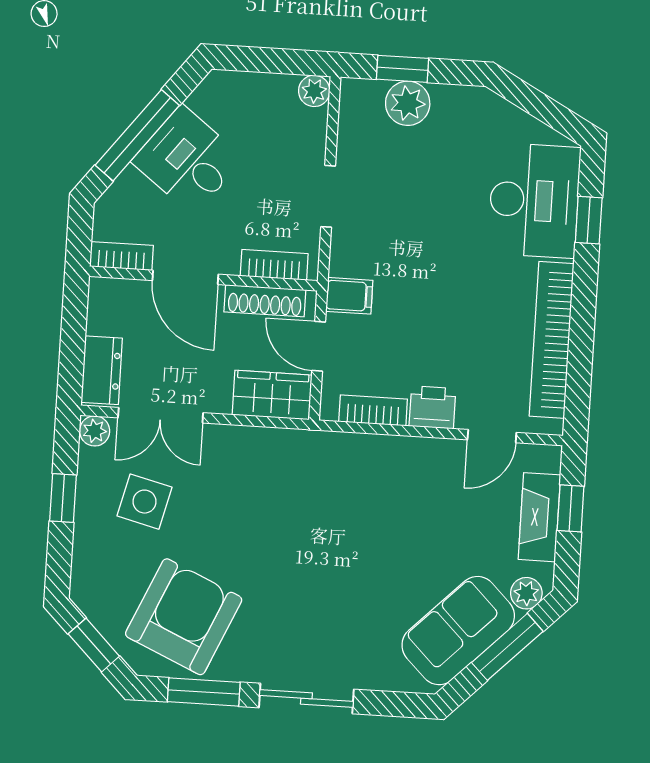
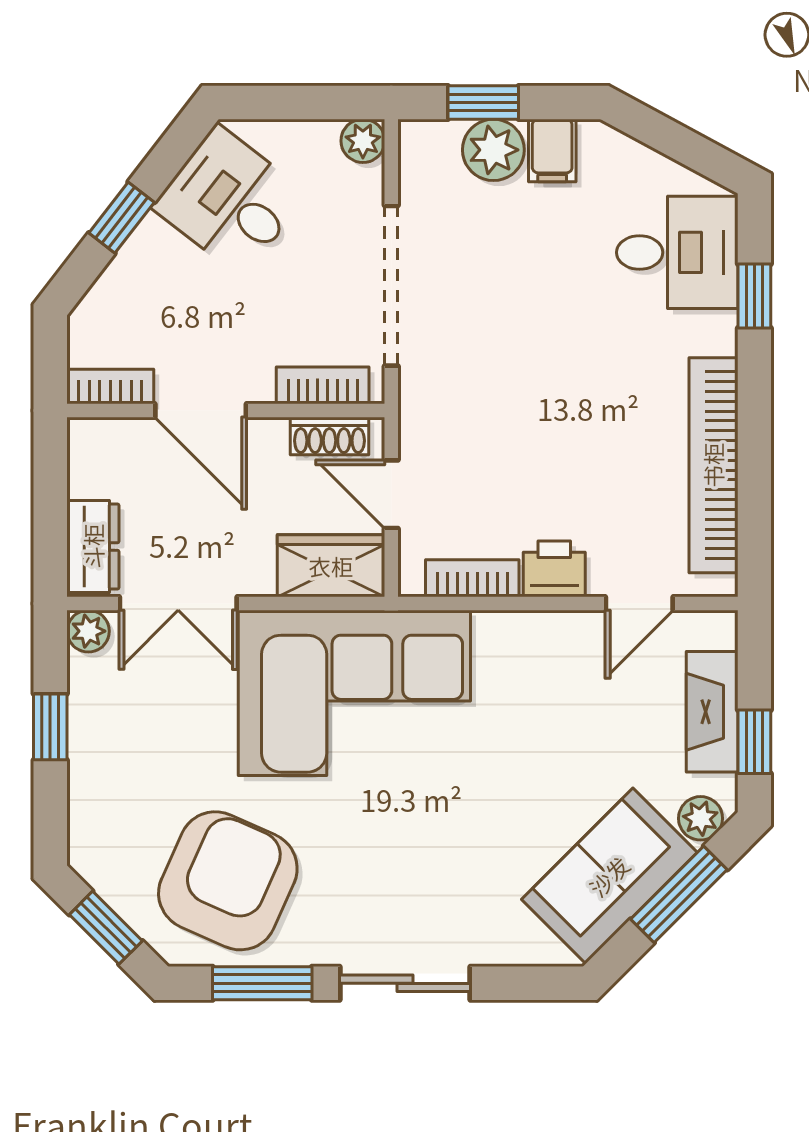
window: (137, 135) -> (122, 218), width x0.46
desk: (188, 160) -> (230, 201), moved
doorway: (328, 196) -> (391, 286), width x1.87
desk: (534, 200) -> (677, 252), width x0.73
filing cabinet: (349, 296) -> (552, 150), moved, turned 90
shoe rack: (265, 301) -> (329, 436), width x0.70
corner sofa: (283, 487) -> (354, 693), added
side table: (144, 502) -> (164, 725), removed
window: (571, 508) -> (754, 742), moved

